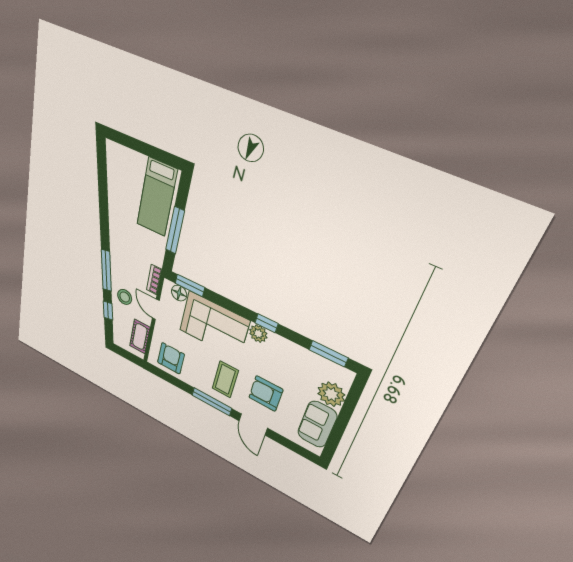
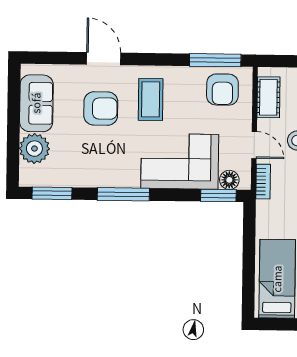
window: (175, 230) -> (249, 251), removed
window: (266, 323) -> (123, 194), width x2.17
plant: (258, 334) -> (129, 177), removed
window: (212, 402) -> (215, 60), moved

